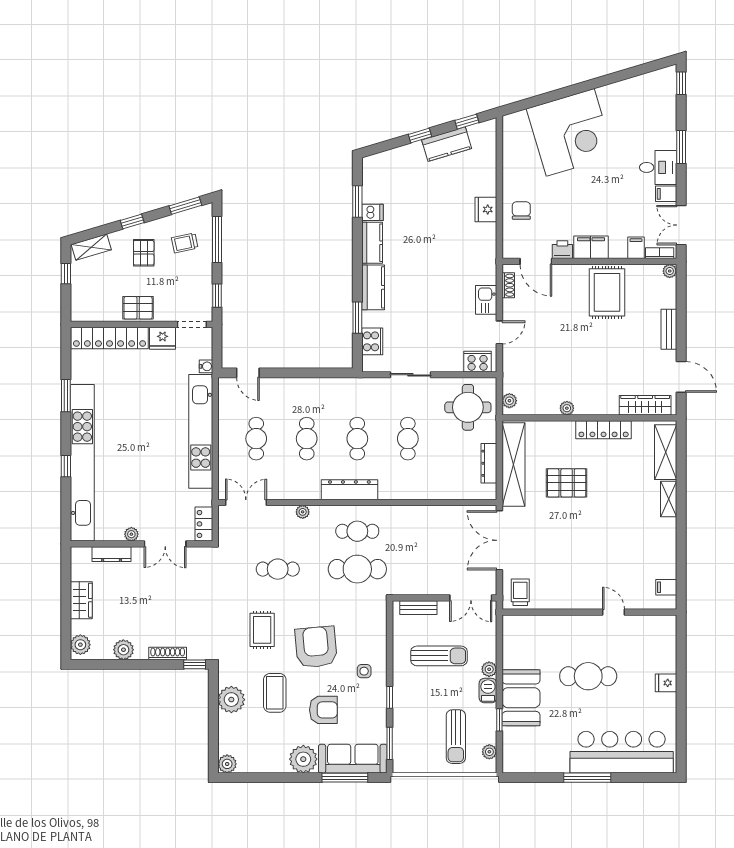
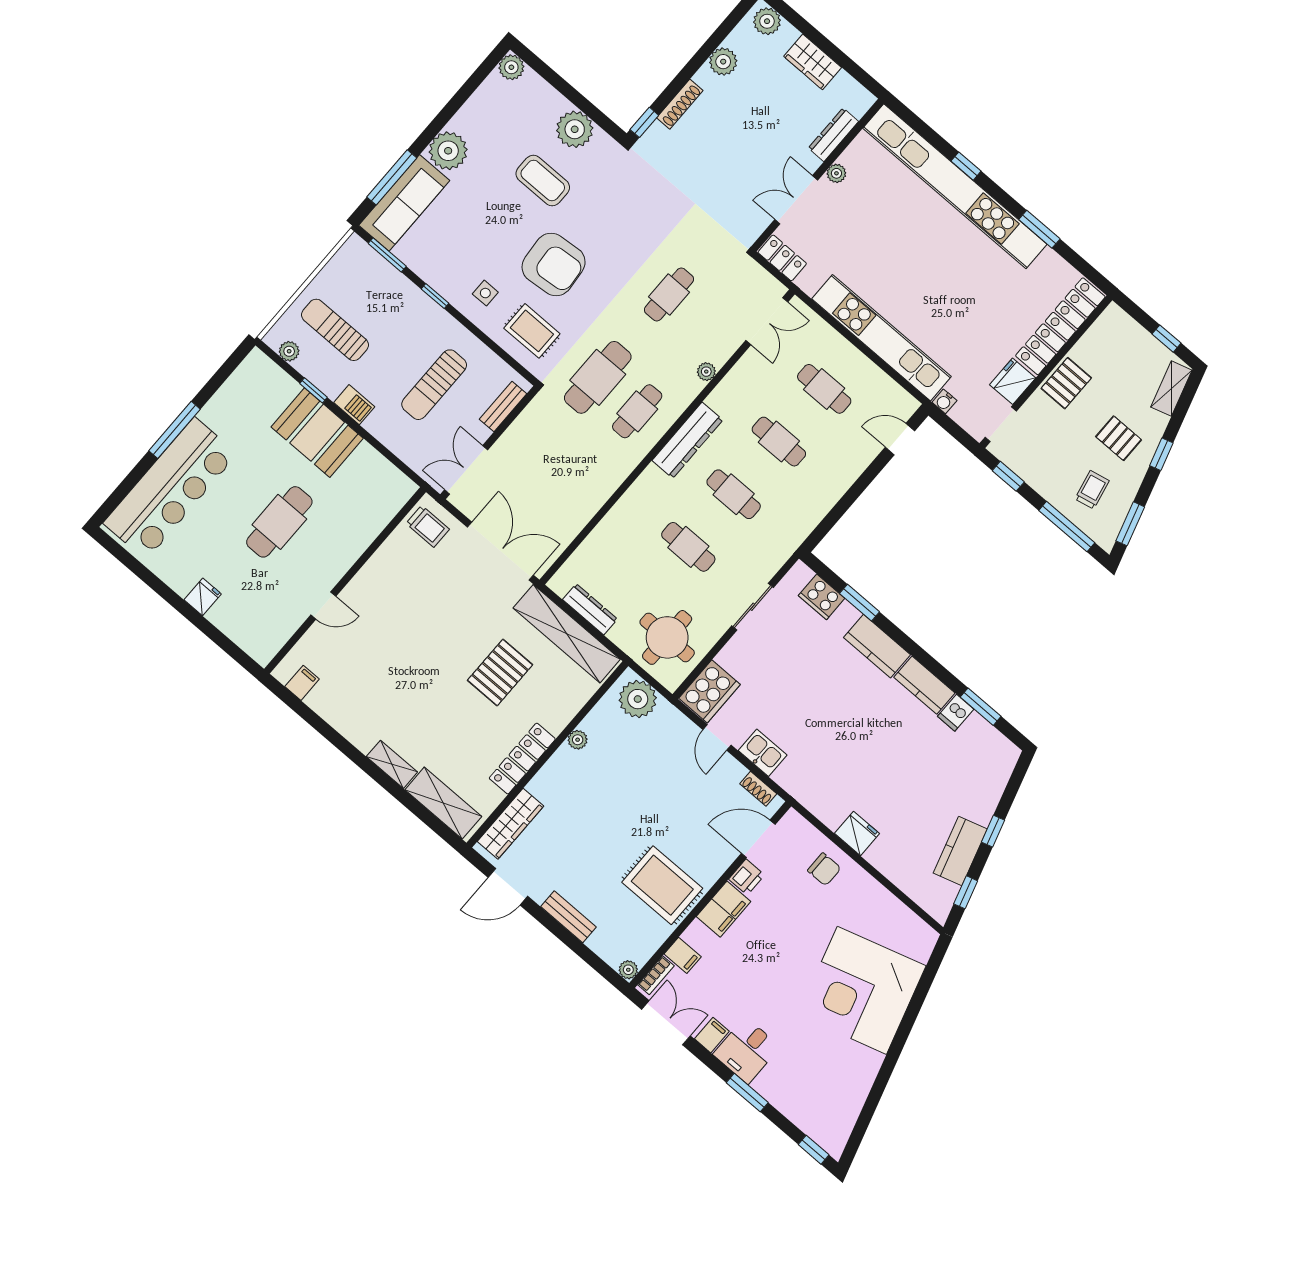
cooker: (478, 362) -> (710, 691), width x1.37, depth x1.31
plant: (509, 401) -> (638, 699), width x1.87, depth x1.87
rug: (262, 630) -> (532, 331), moved
plant: (489, 669) -> (375, 425), removed
armchair: (323, 710) -> (481, 216), removed

